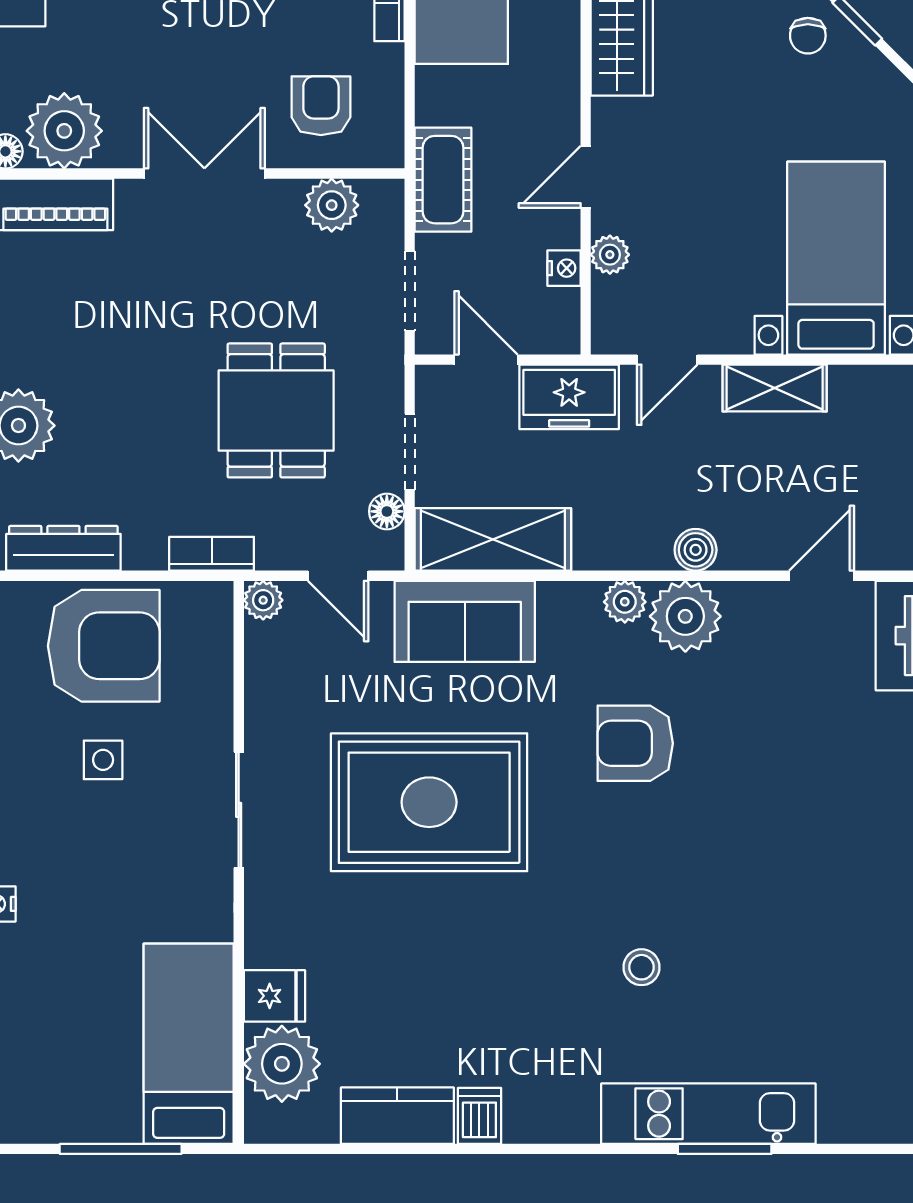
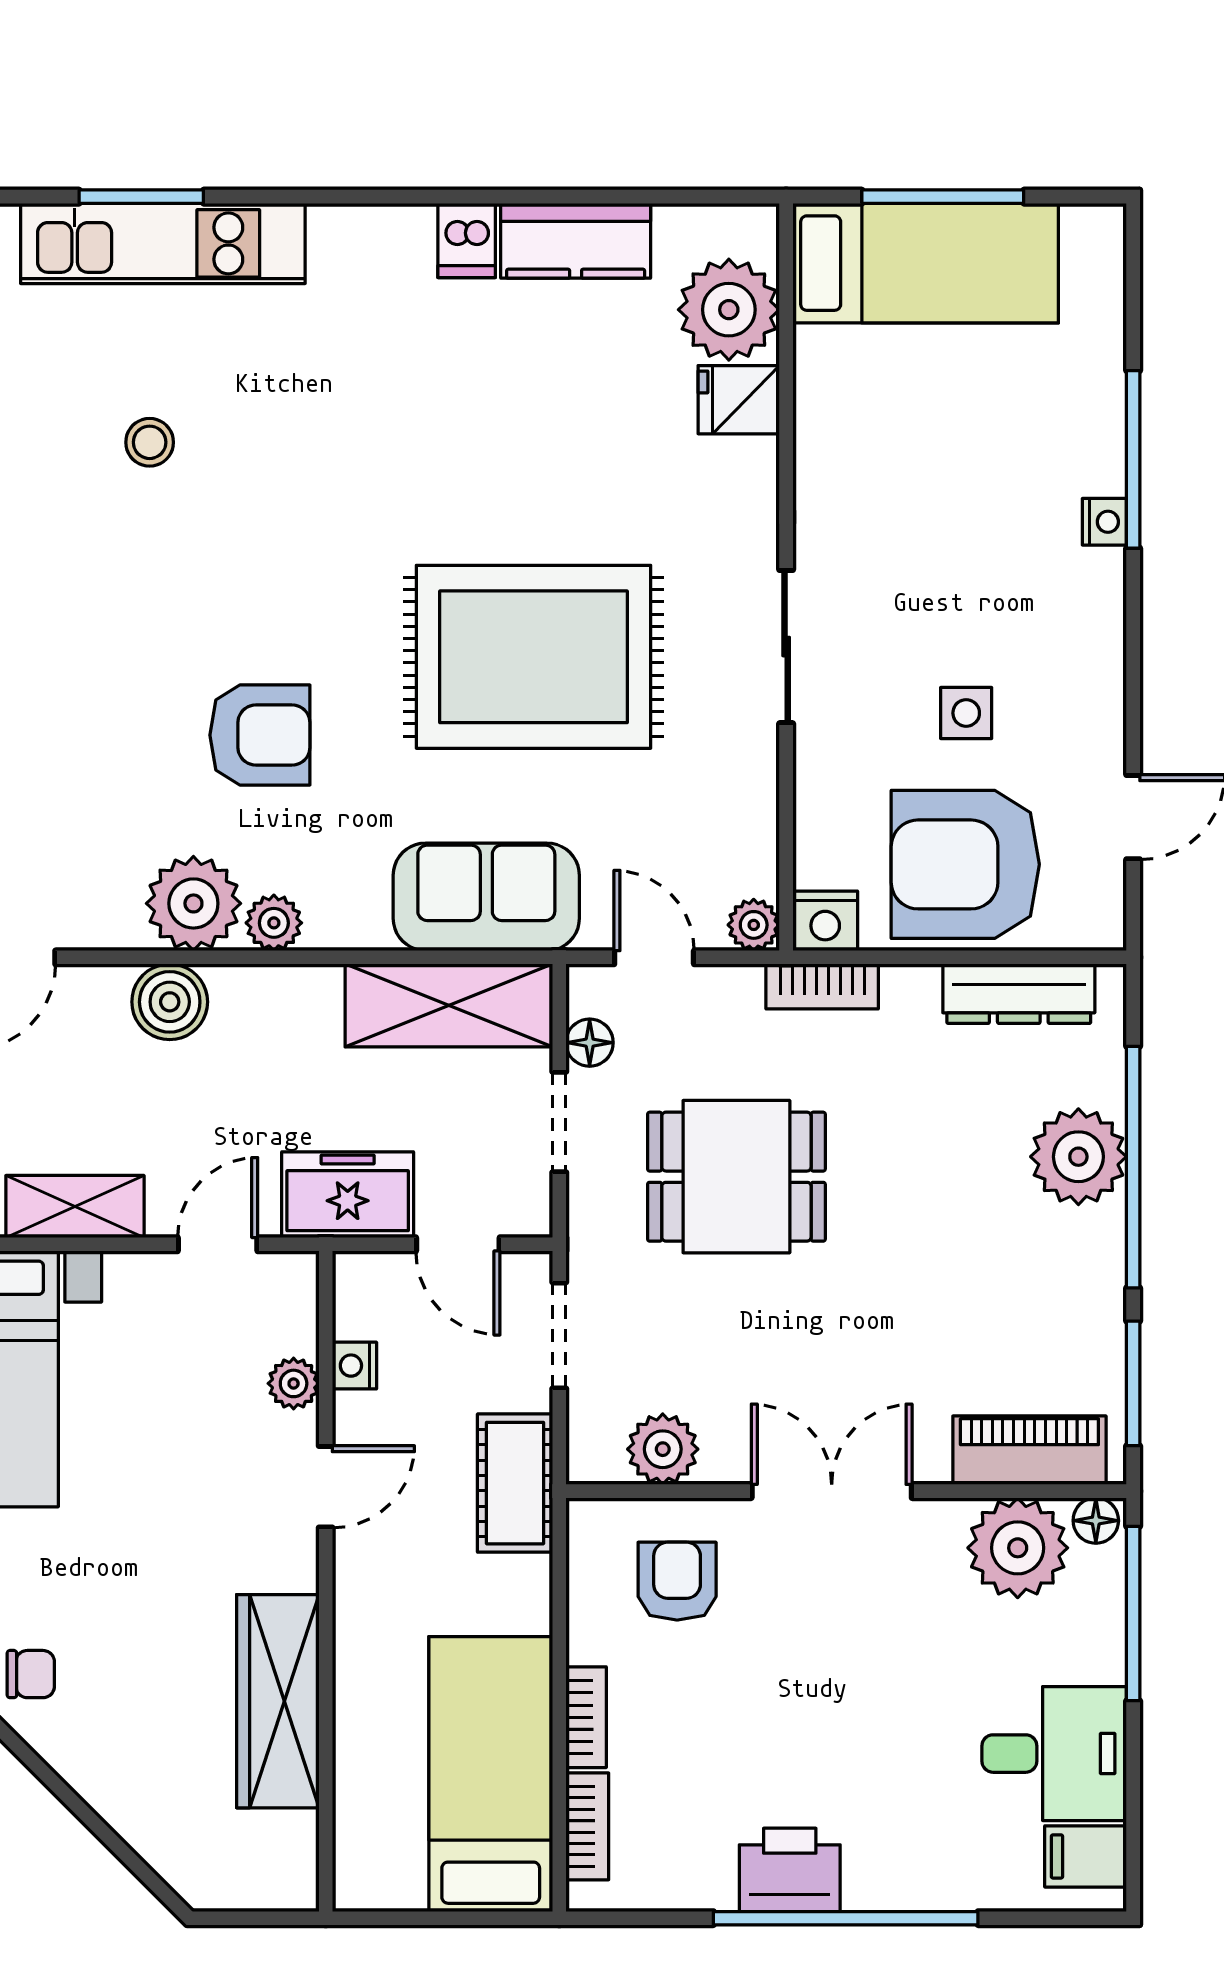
chair: (808, 36) -> (31, 1674), turned 90
armchair: (321, 106) -> (677, 1581), turned 180
double door: (204, 174) -> (832, 1491), swing flipped
dining table: (276, 410) -> (736, 1177), turned 90
boiler: (696, 550) -> (170, 1002), width x1.36, depth x1.36
nightstand: (209, 603) -> (825, 921), added
stool: (642, 967) -> (150, 442), moved
bed: (189, 1044) -> (926, 263), moved, turned -90

